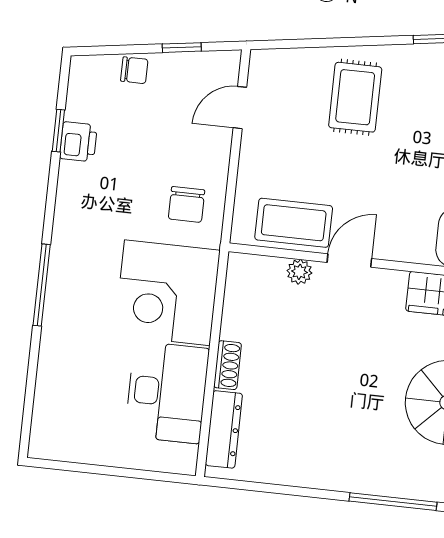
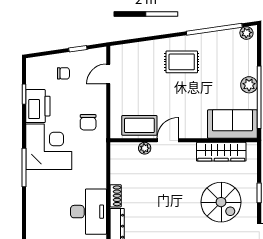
chair: (134, 70) -> (63, 73), moved
rug: (355, 97) -> (182, 62), moved, turned 90
printer: (78, 142) -> (38, 106), width x1.87, depth x1.48
corner desk: (167, 293) -> (49, 147), moved, turned 180

